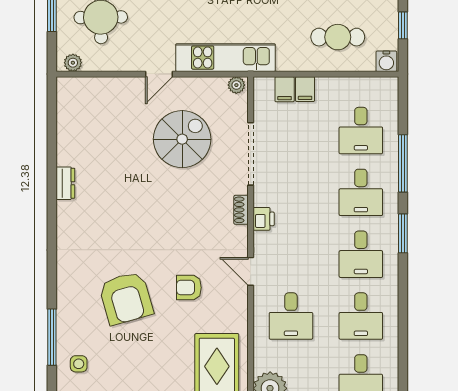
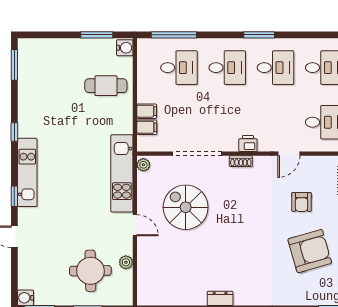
window: (403, 25) -> (97, 35), width x1.50
cafe table: (338, 37) -> (106, 86), turned 90
plant: (73, 63) -> (126, 262), moved
window: (403, 163) -> (174, 35), moved

